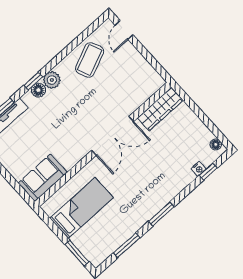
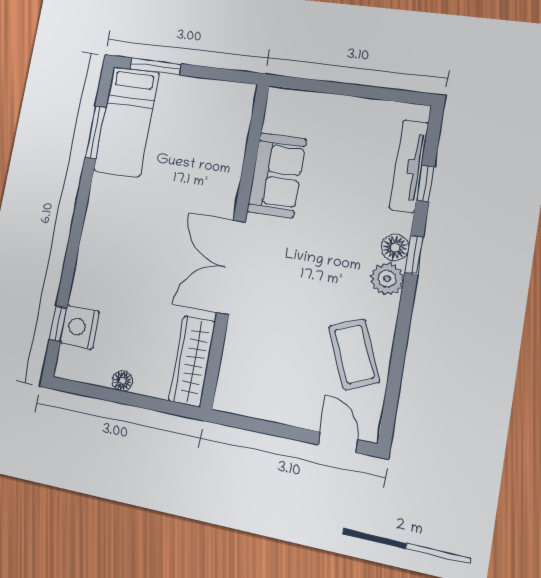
floor lamp: (216, 144) -> (123, 381), moved
nightstand: (199, 169) -> (80, 327), width x1.89, depth x1.79
sofa: (43, 178) -> (277, 175), moved
bed: (82, 208) -> (126, 121), moved
window: (161, 214) -> (80, 212), removed

